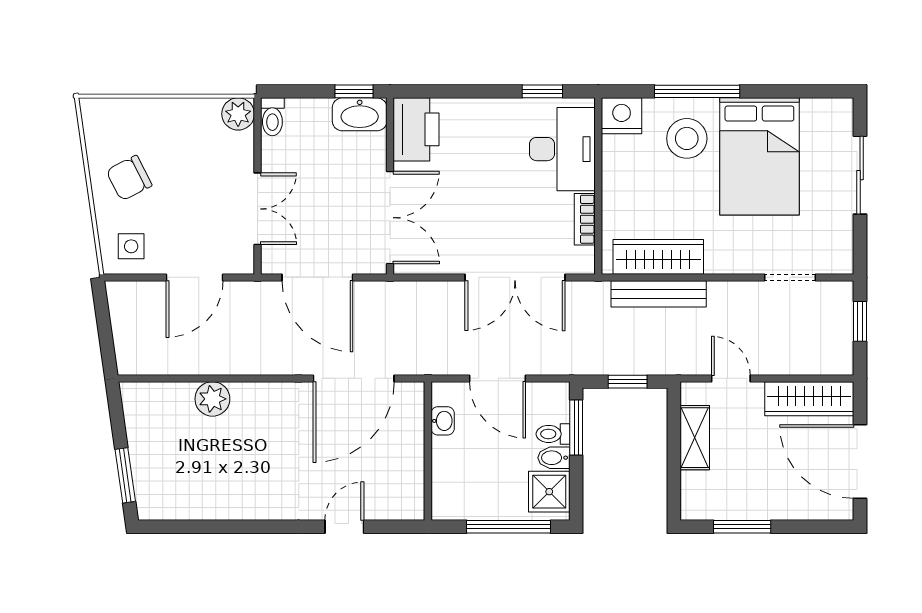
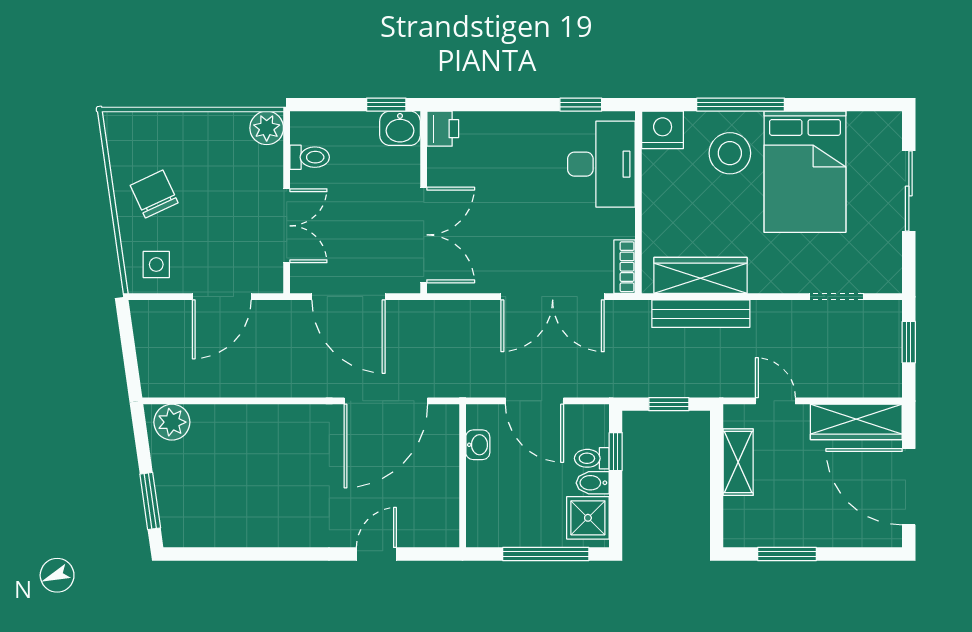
washbasin: (360, 114) -> (400, 128), width x0.72
toilet: (272, 117) -> (310, 157), moved, turned -90
printer: (416, 129) -> (443, 129), width x0.53, depth x0.68
chair: (129, 178) -> (154, 194), turned 92
bookcase: (585, 219) -> (624, 267), moved
plant: (212, 399) -> (172, 422), moved
window: (576, 427) -> (616, 452), width x0.67

